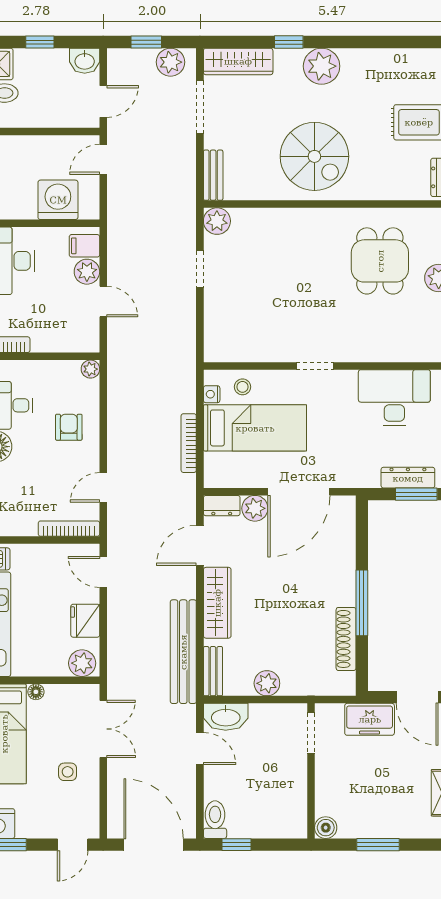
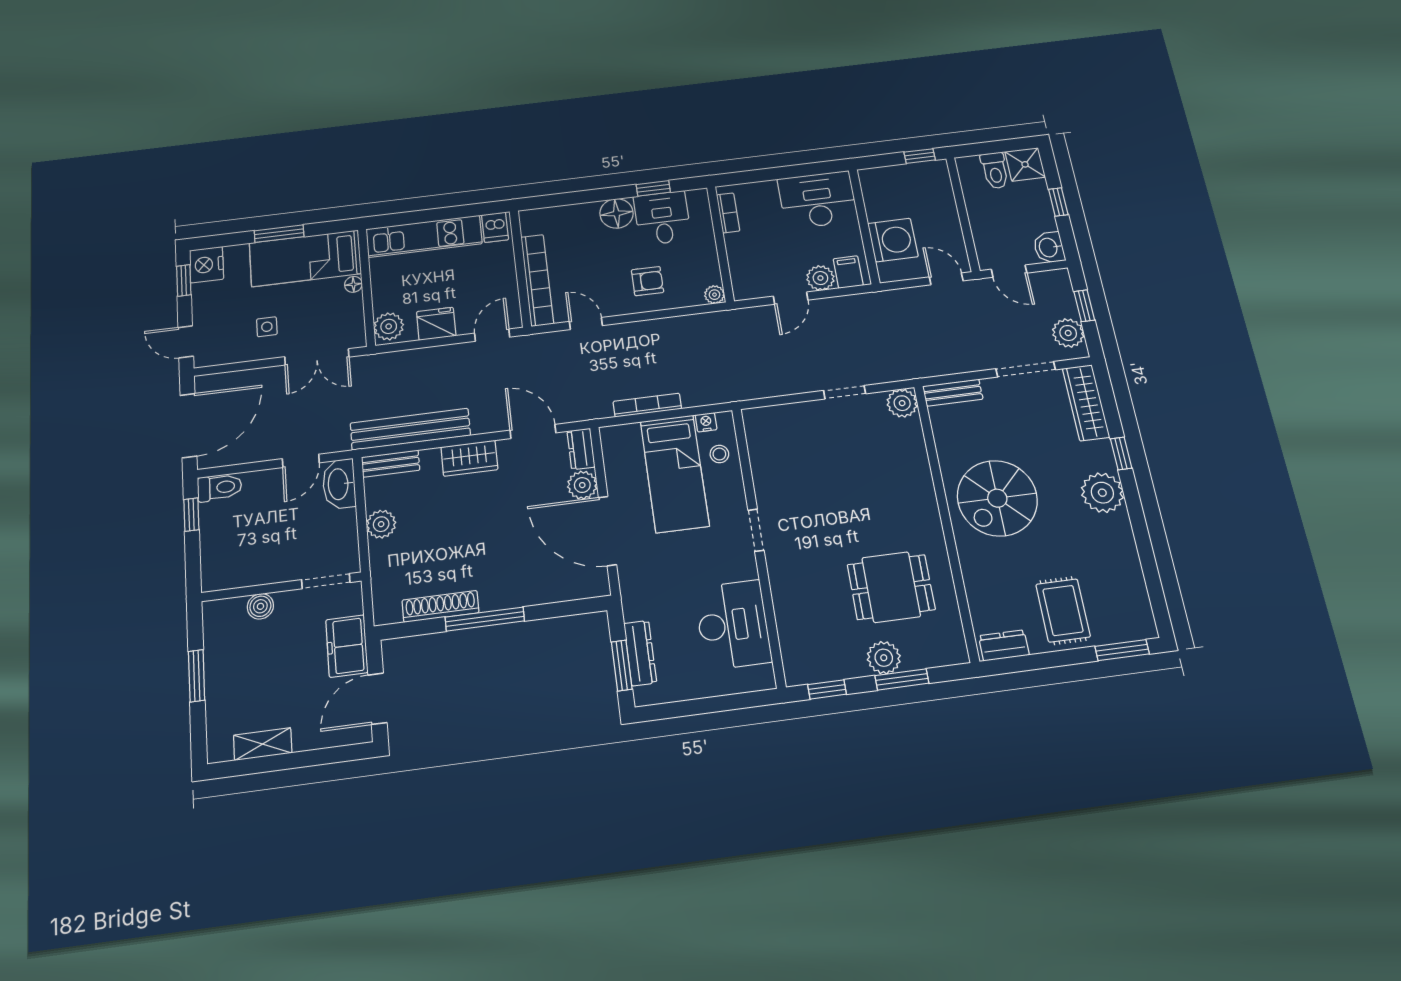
bookcase: (69, 529) -> (537, 280), width x1.48, depth x1.31
wardrobe: (217, 603) -> (469, 458), width x0.67
boiler: (326, 828) -> (260, 606), moved

